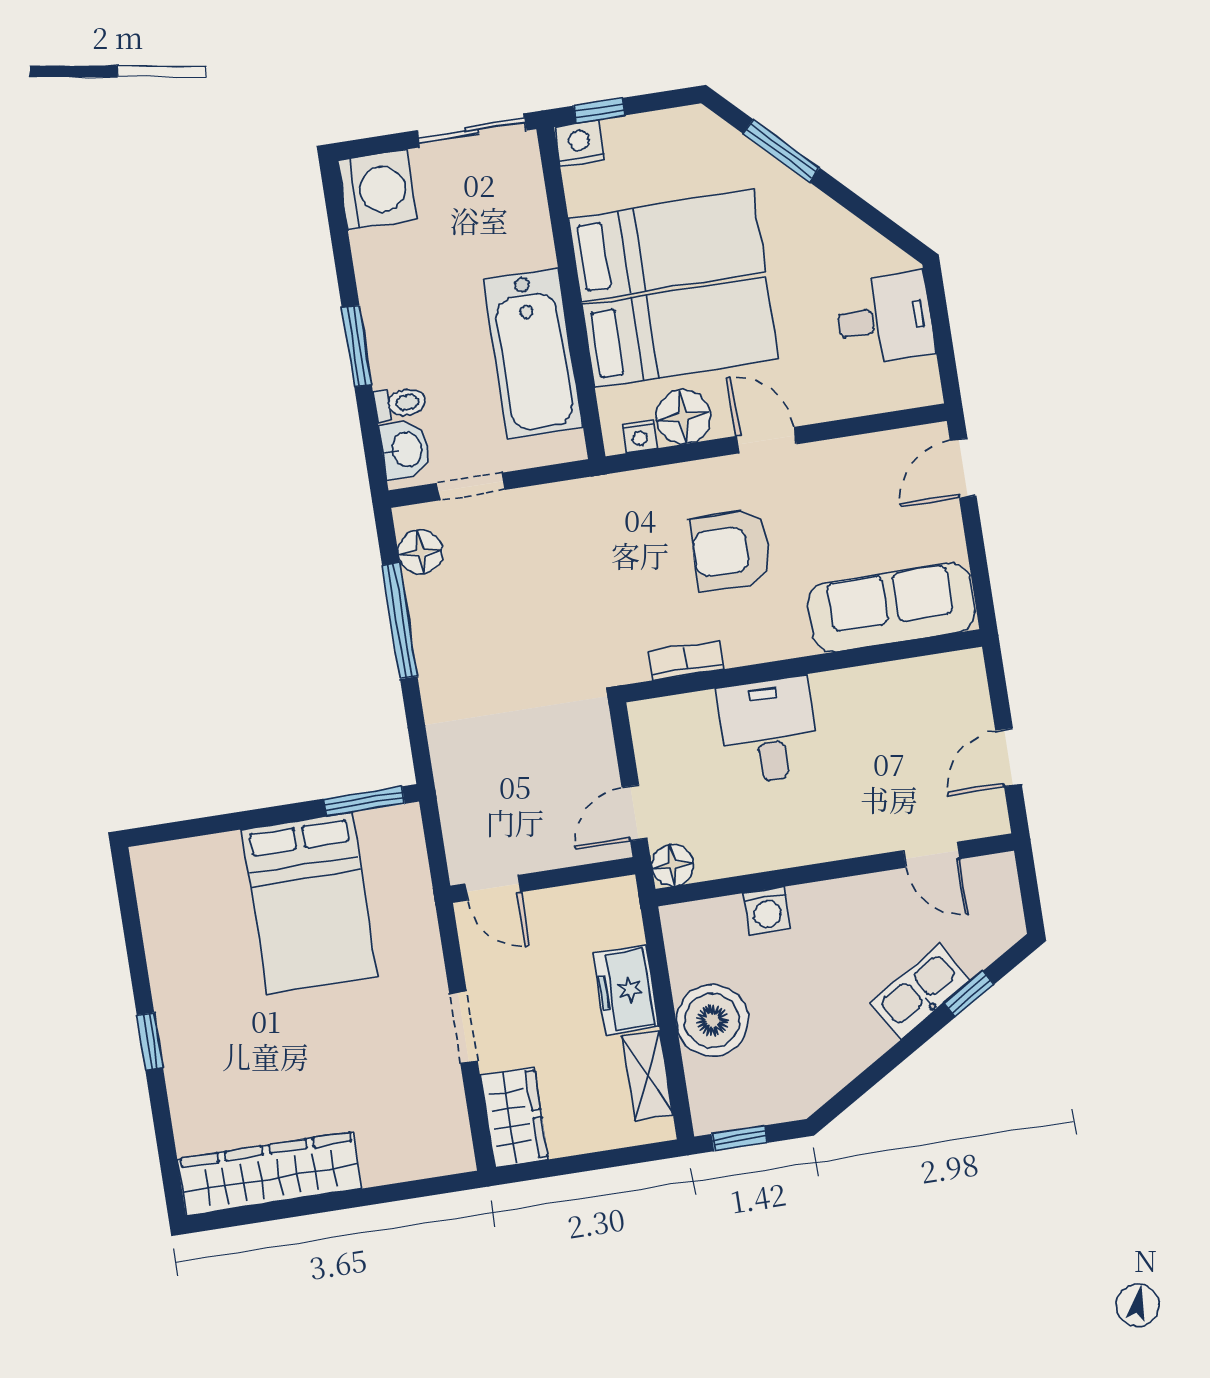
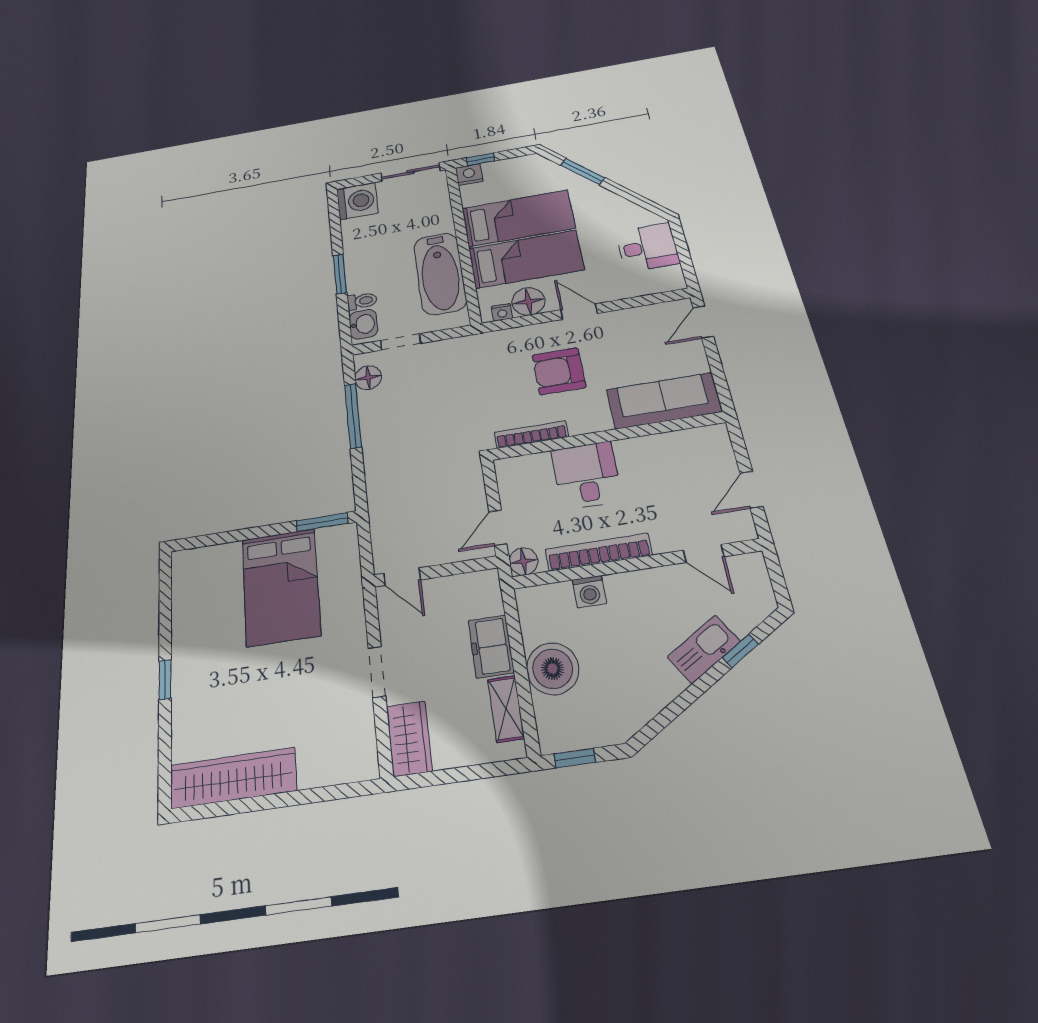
bookcase: (686, 661) -> (531, 434), width x1.56
bookcase: (782, 852) -> (599, 552), added

